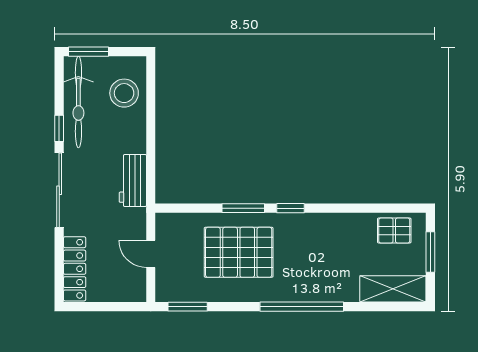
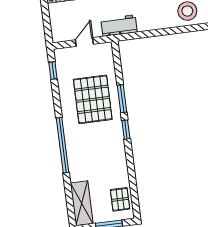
workbench: (133, 180) -> (119, 26), moved
window: (188, 307) -> (53, 71), width x0.67

